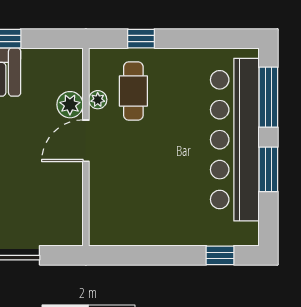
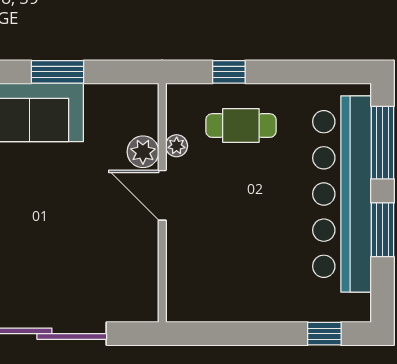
cafe table: (133, 91) -> (241, 126), moved, turned 90
door: (86, 141) -> (162, 195), hinge flipped

